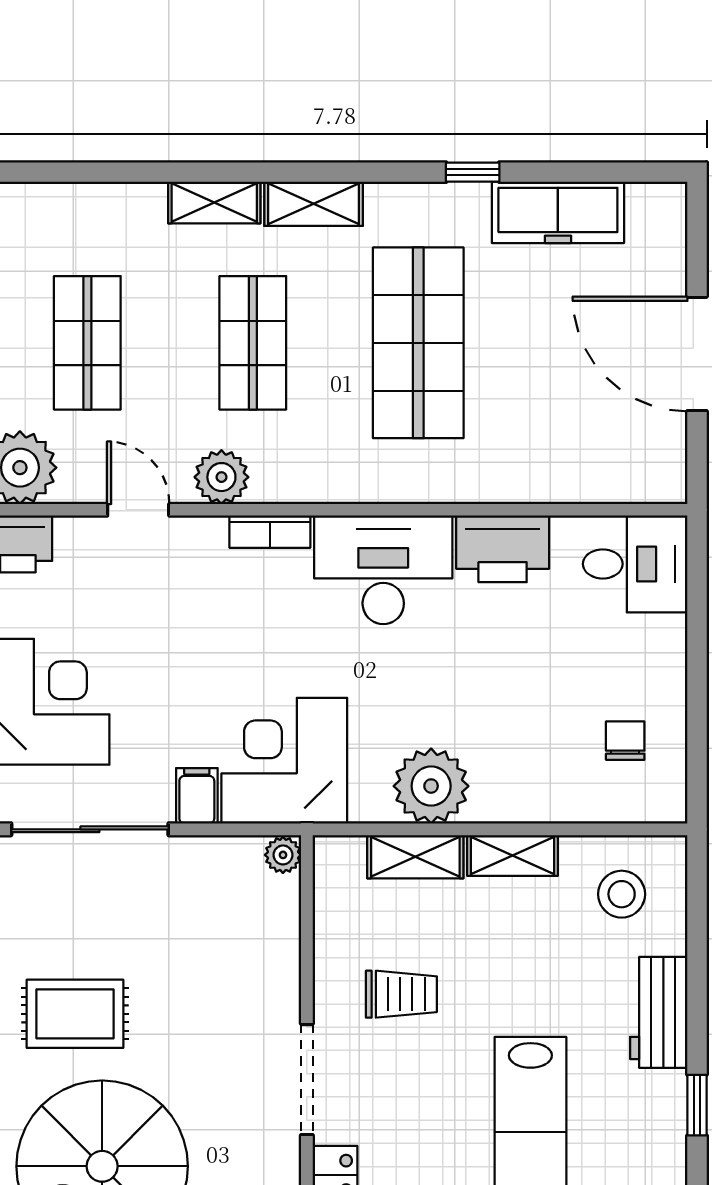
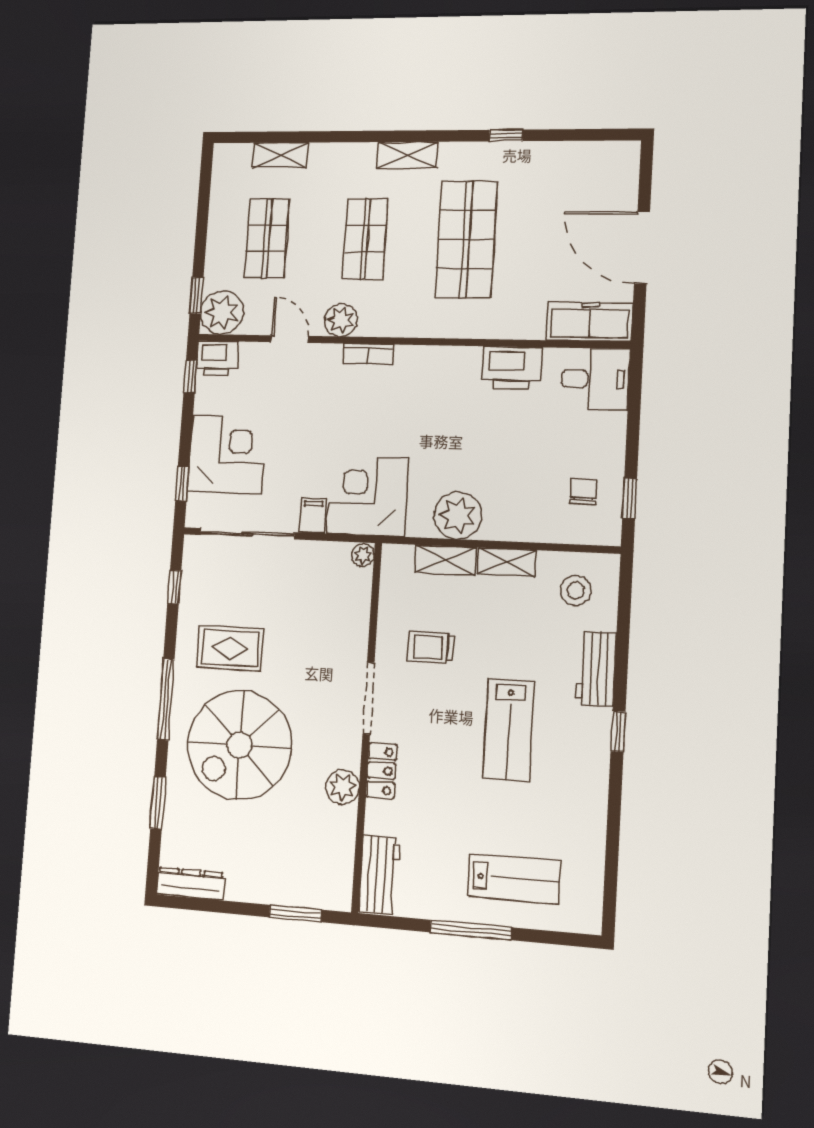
shelving: (214, 202) -> (280, 155), moved
freezer: (558, 212) -> (589, 322), moved, turned 180
desk: (383, 570) -> (436, 379), removed
window: (697, 749) -> (630, 498), added
trolley: (401, 994) -> (431, 647), turned 180

